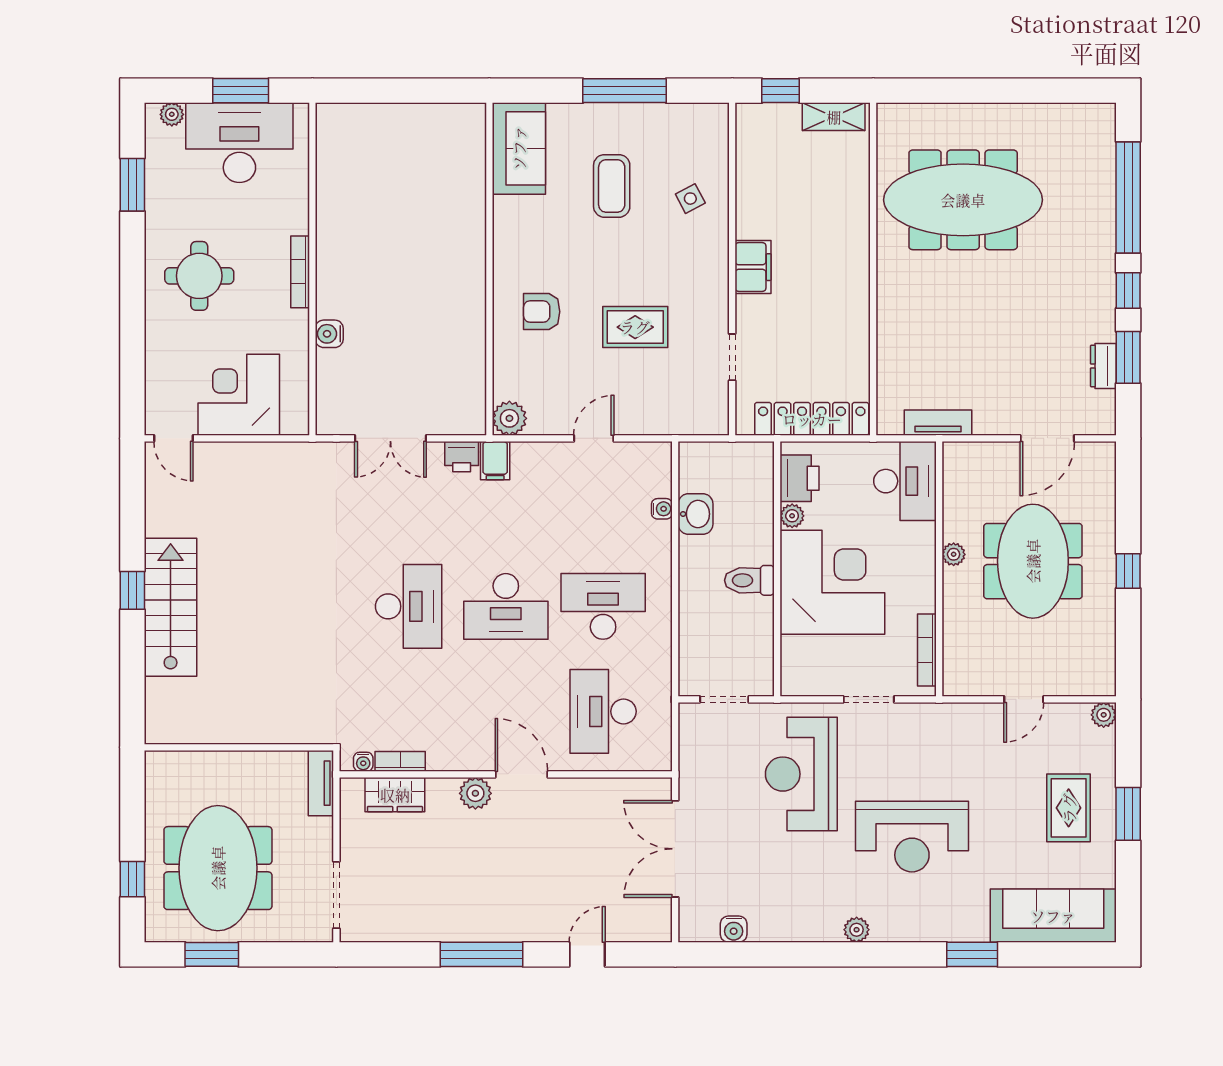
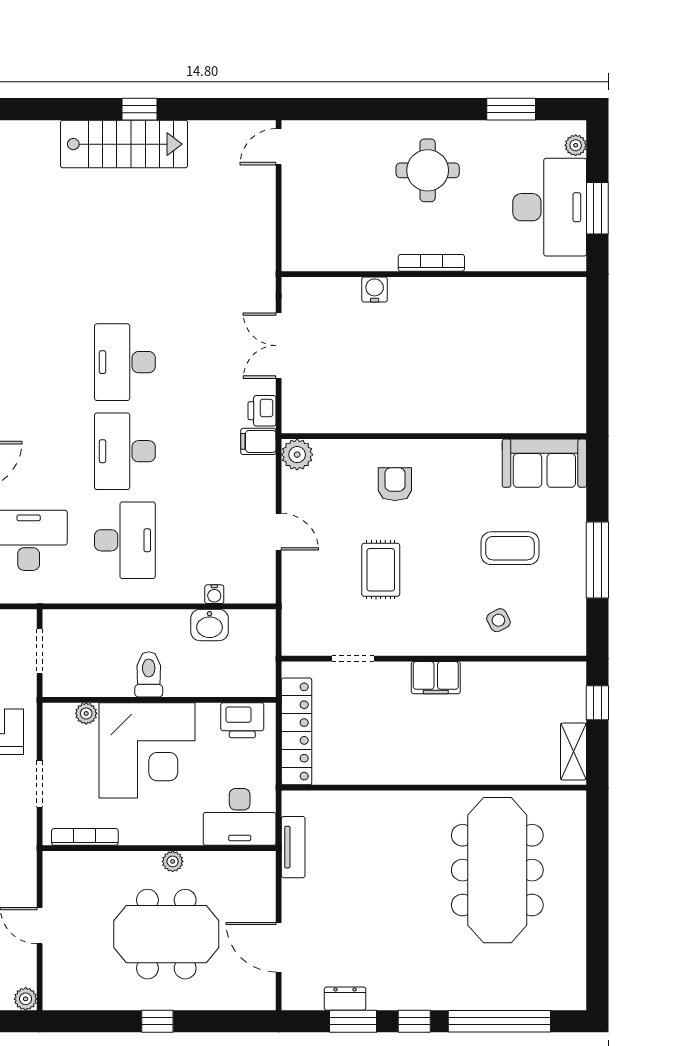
corner desk: (239, 395) -> (319, 207), removed
plant: (792, 516) -> (86, 713), moved
desk: (409, 606) -> (125, 362), turned 90

